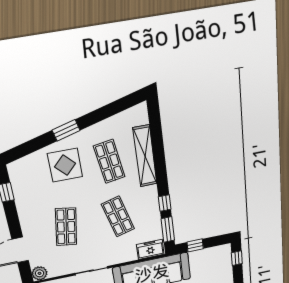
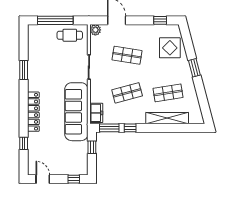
display table: (65, 165) -> (170, 48), moved

